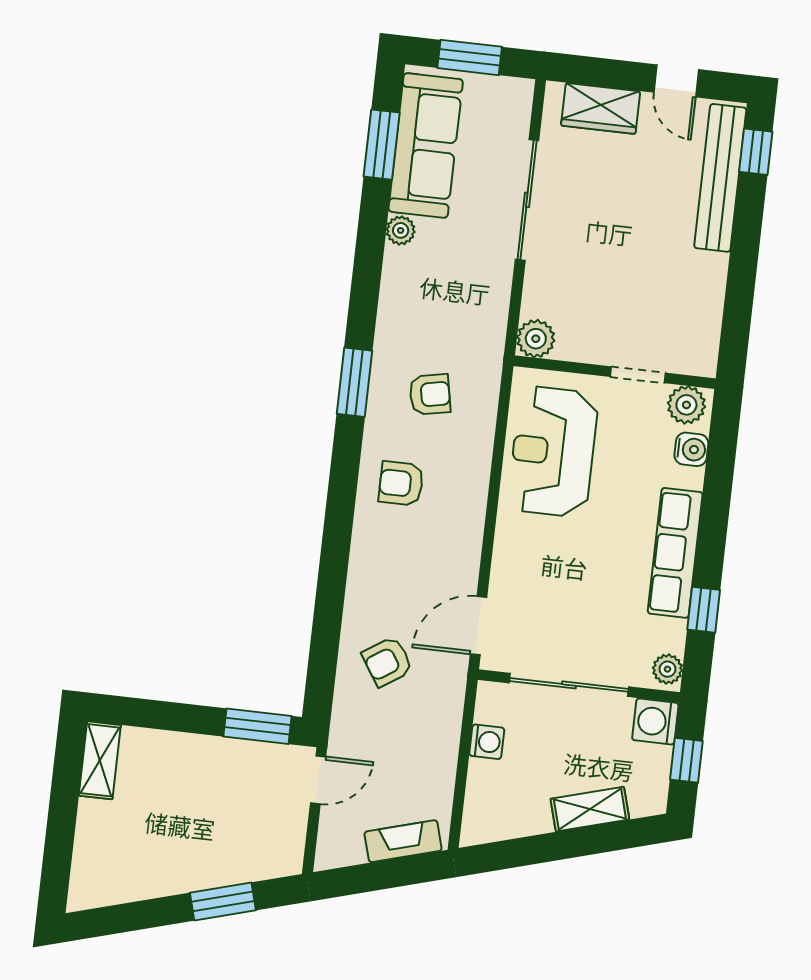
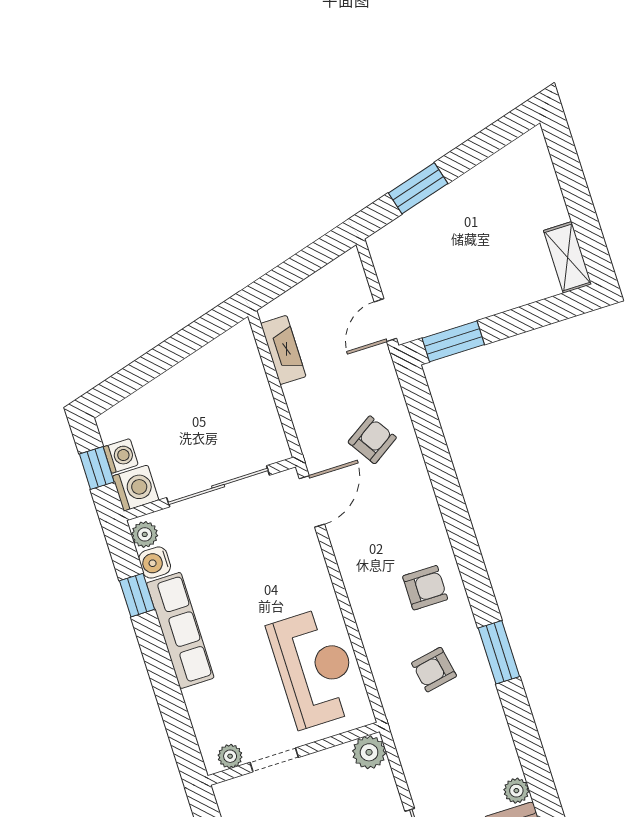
plant: (686, 405) -> (230, 756), width x0.73, depth x0.73
water cooler: (691, 449) -> (155, 563), moved
washing machine: (487, 742) -> (121, 456), moved, turned 180
shelving: (590, 809) -> (157, 394), removed
fireplace: (403, 841) -> (283, 350), moved, turned -74

